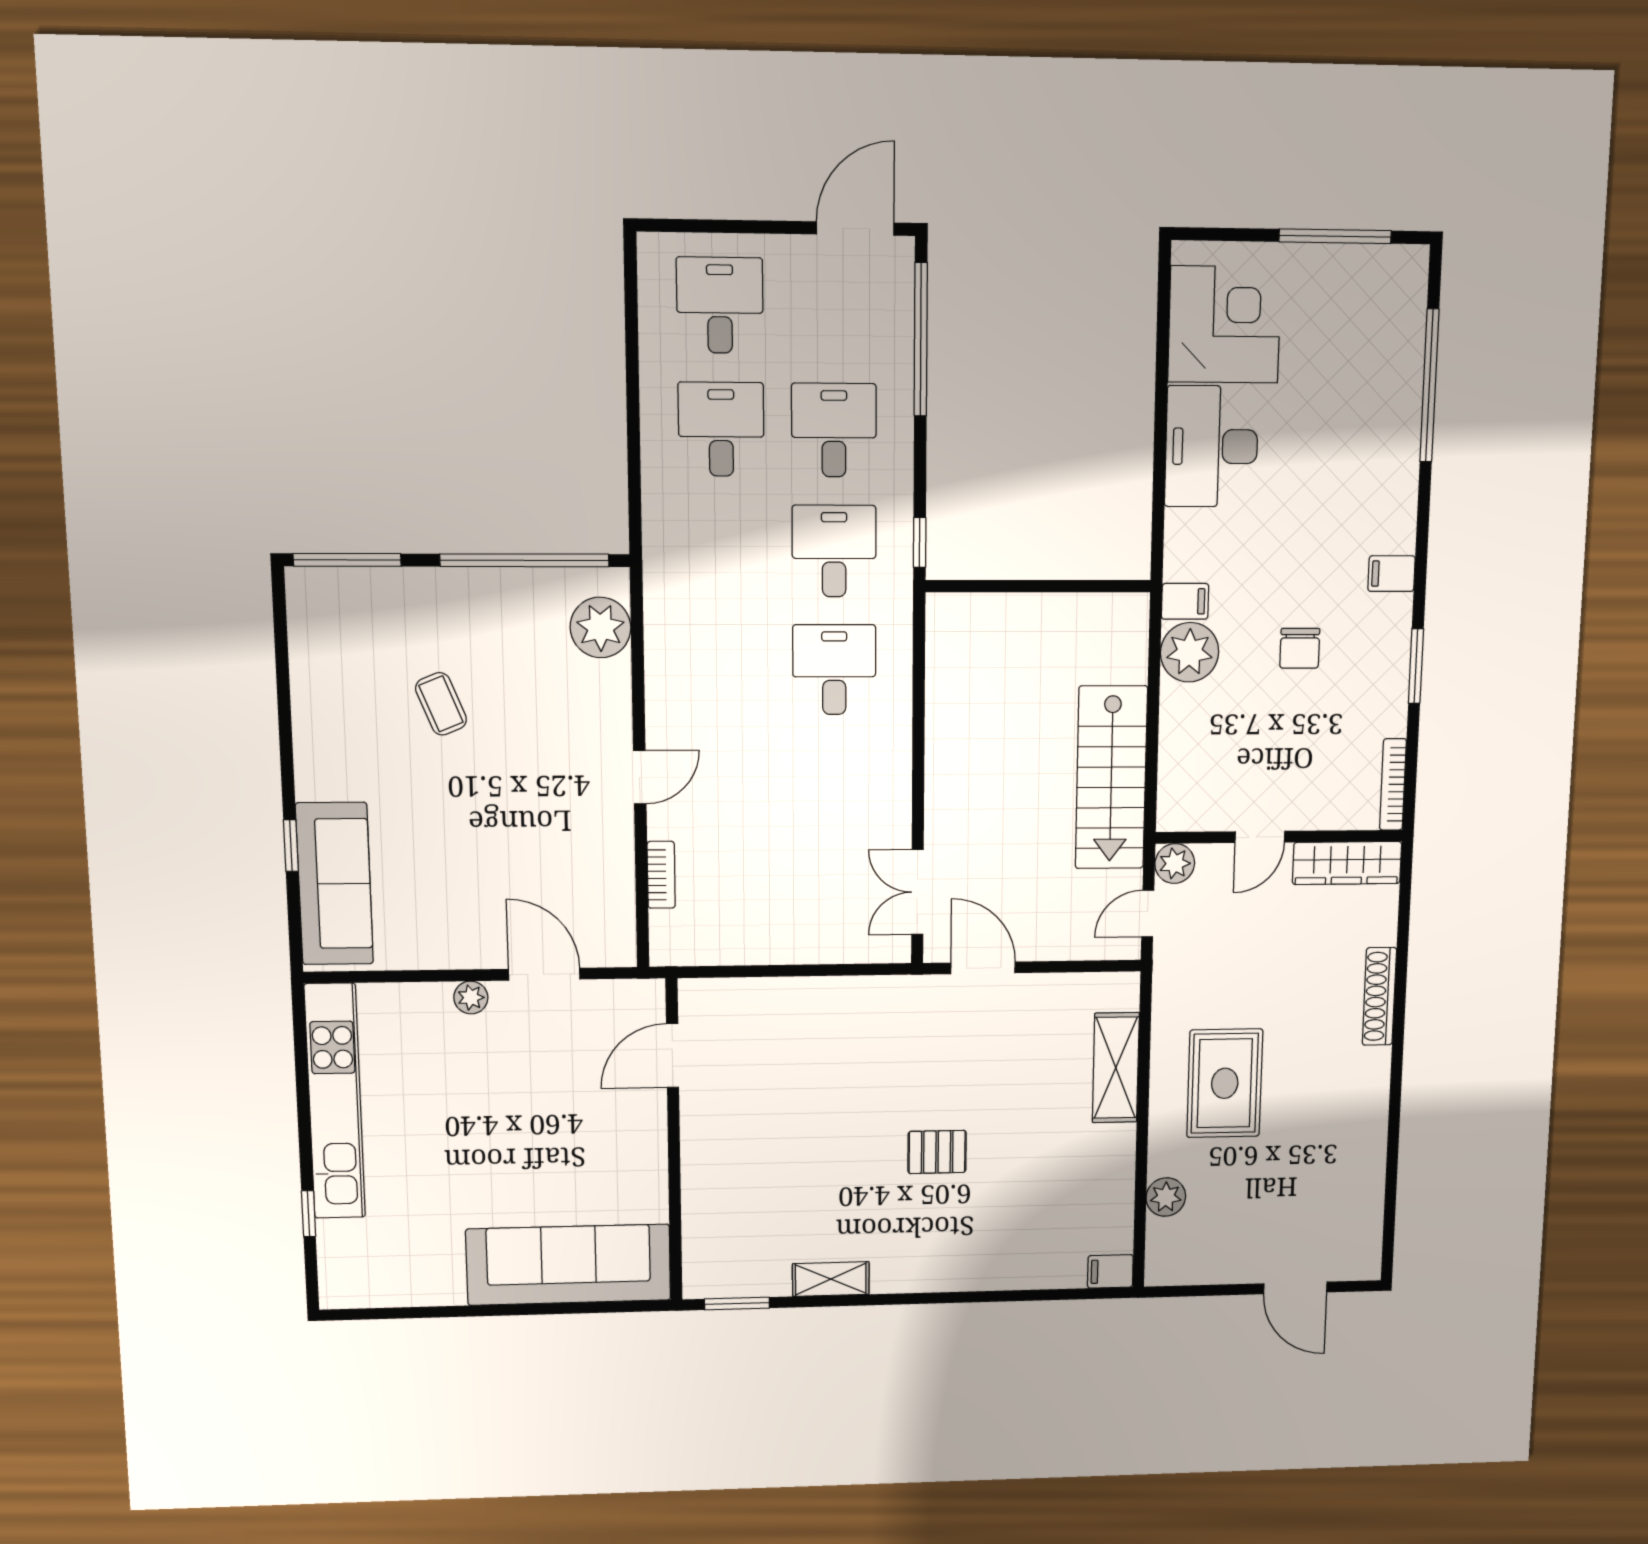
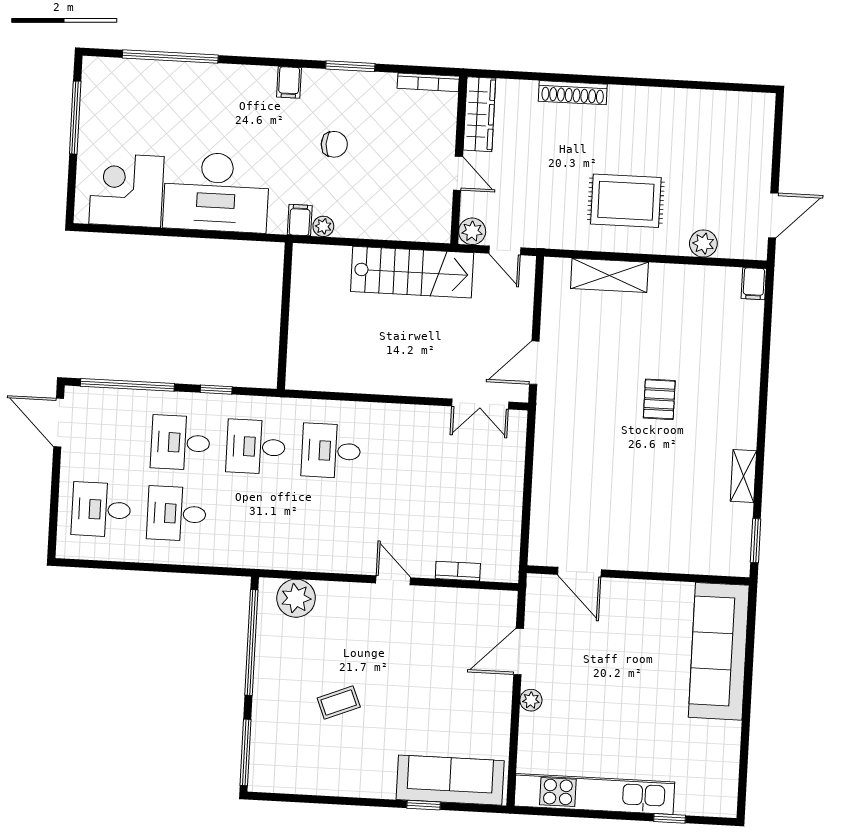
desk: (1212, 446) -> (216, 192), width x1.36, depth x1.30
window: (920, 542) -> (216, 390), moved
plant: (1190, 652) -> (323, 226), width x0.53, depth x0.53
door: (1295, 1288) -> (773, 215), moved

